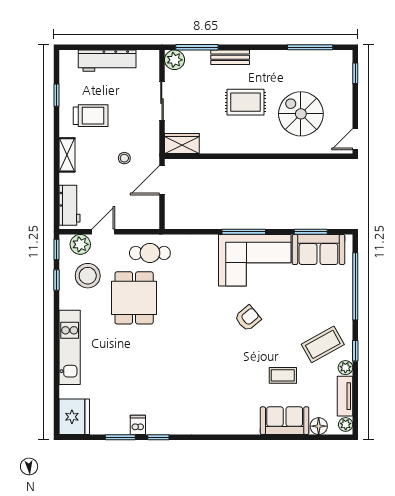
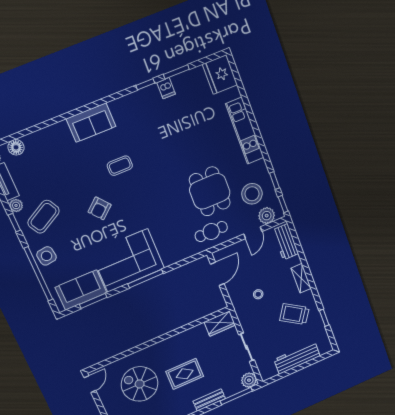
spiral stairs: (301, 114) -> (140, 384), turned 180
trolley: (91, 116) -> (294, 314), turned 33
door: (162, 180) -> (217, 274), moved
side table: (338, 302) -> (47, 256), added
armchair: (248, 318) -> (100, 208), moved
coffee table: (283, 375) -> (120, 166), moved
sofa: (285, 421) -> (91, 123), moved

